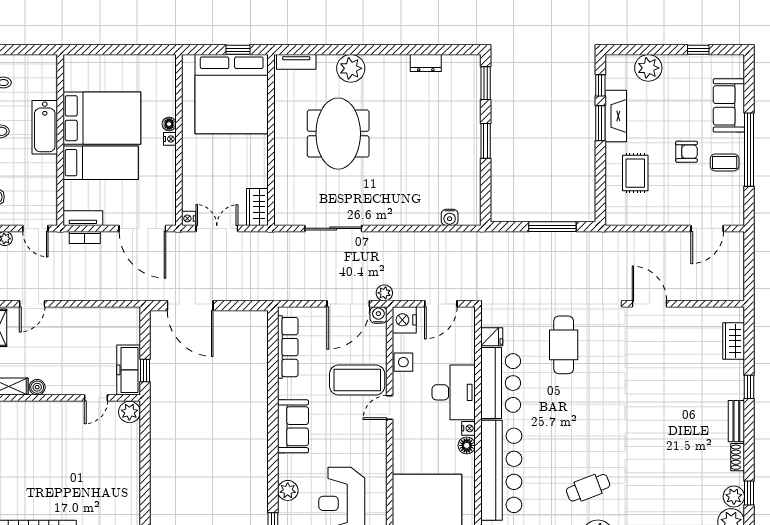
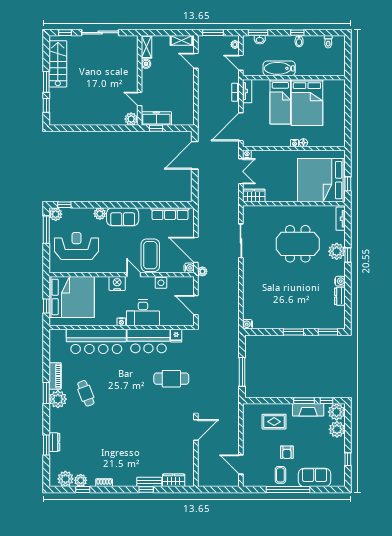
window: (357, 50) -> (348, 255), added
water cooler: (401, 63) -> (340, 281), added
plant: (619, 69) -> (337, 412), added
bathtub: (45, 127) -> (279, 68), moved
water cooler: (450, 217) -> (248, 324), moved
door: (35, 228) -> (241, 63), hinge flipped
nightstand: (404, 320) -> (117, 283), moved
bench: (736, 421) -> (149, 482), moved
floor lamp: (467, 445) -> (111, 321), removed
plant: (288, 490) -> (100, 214), moved

